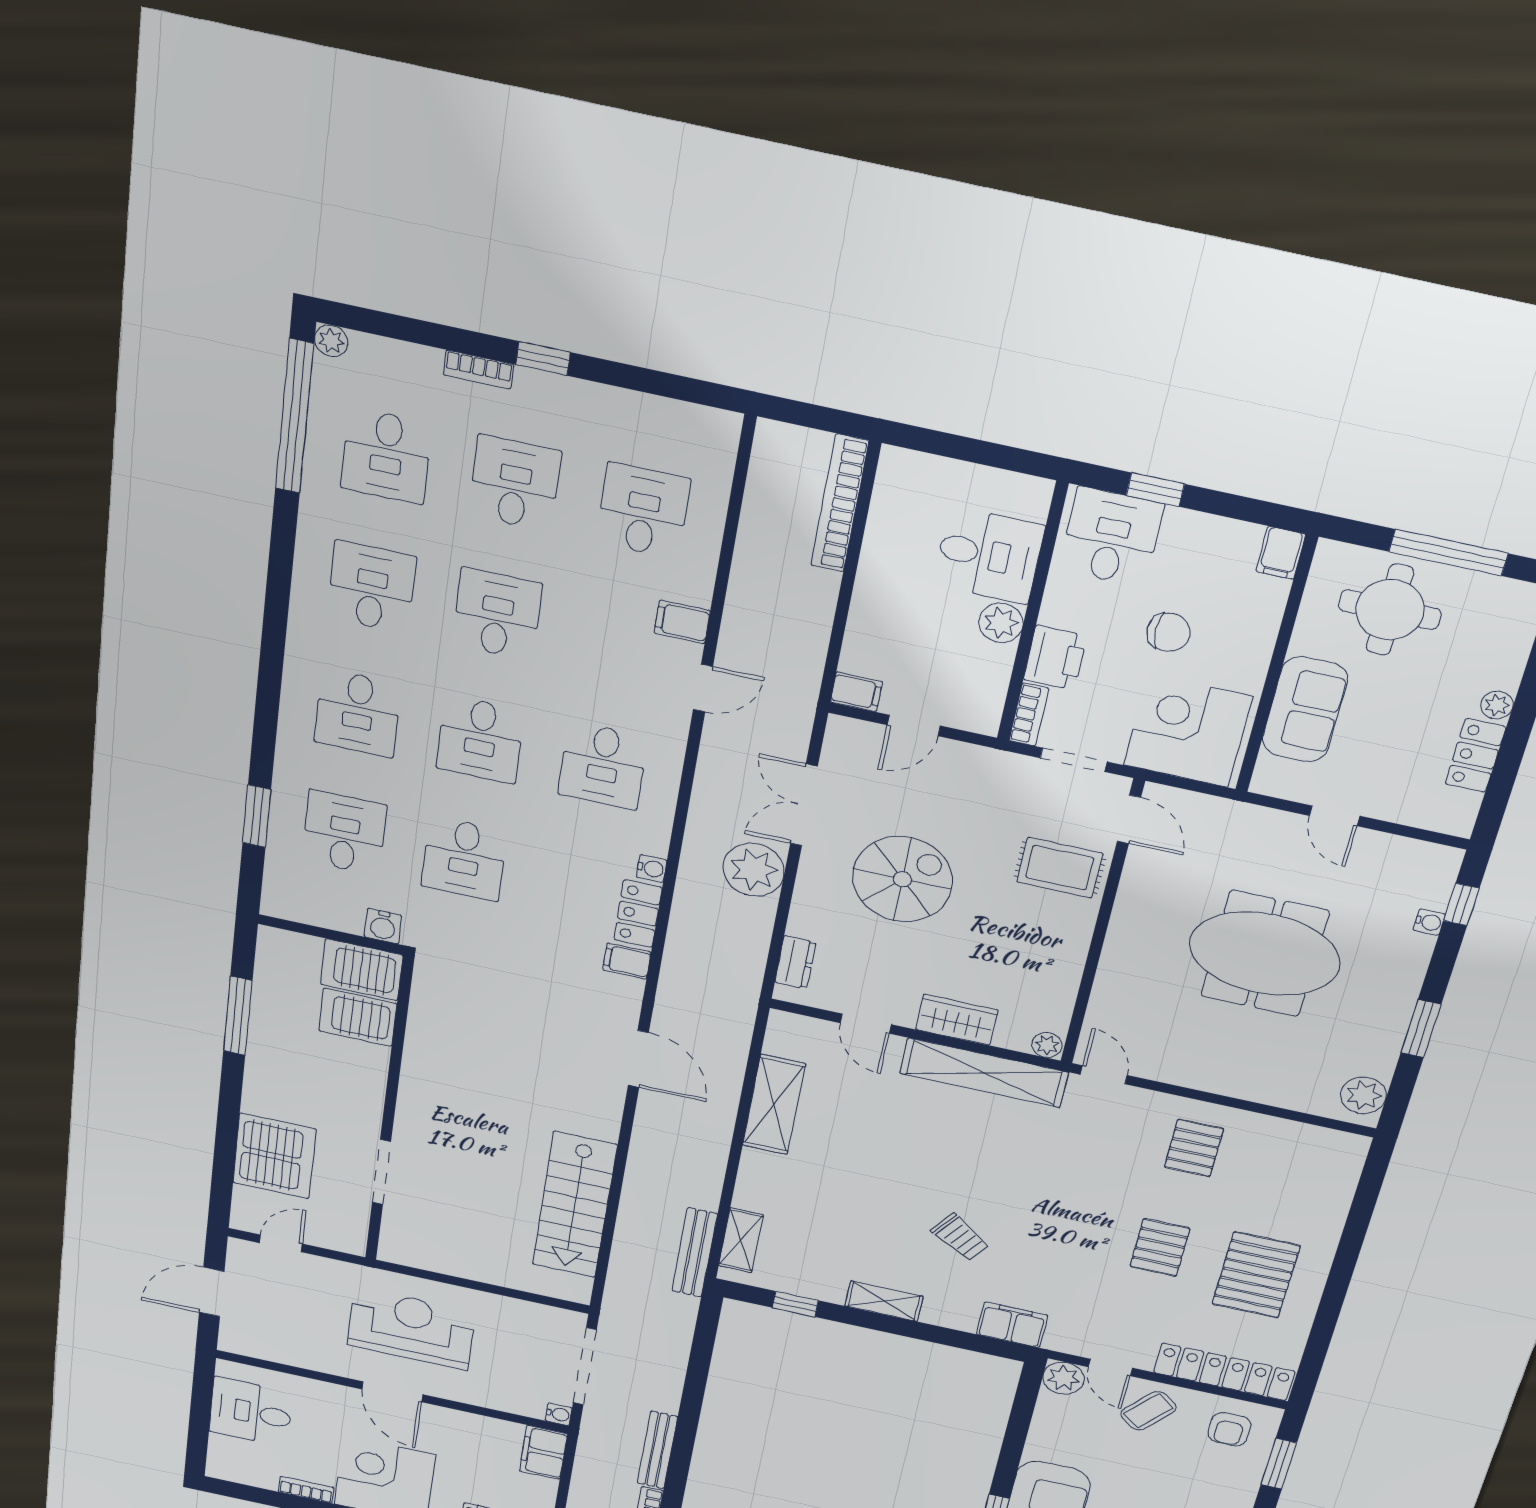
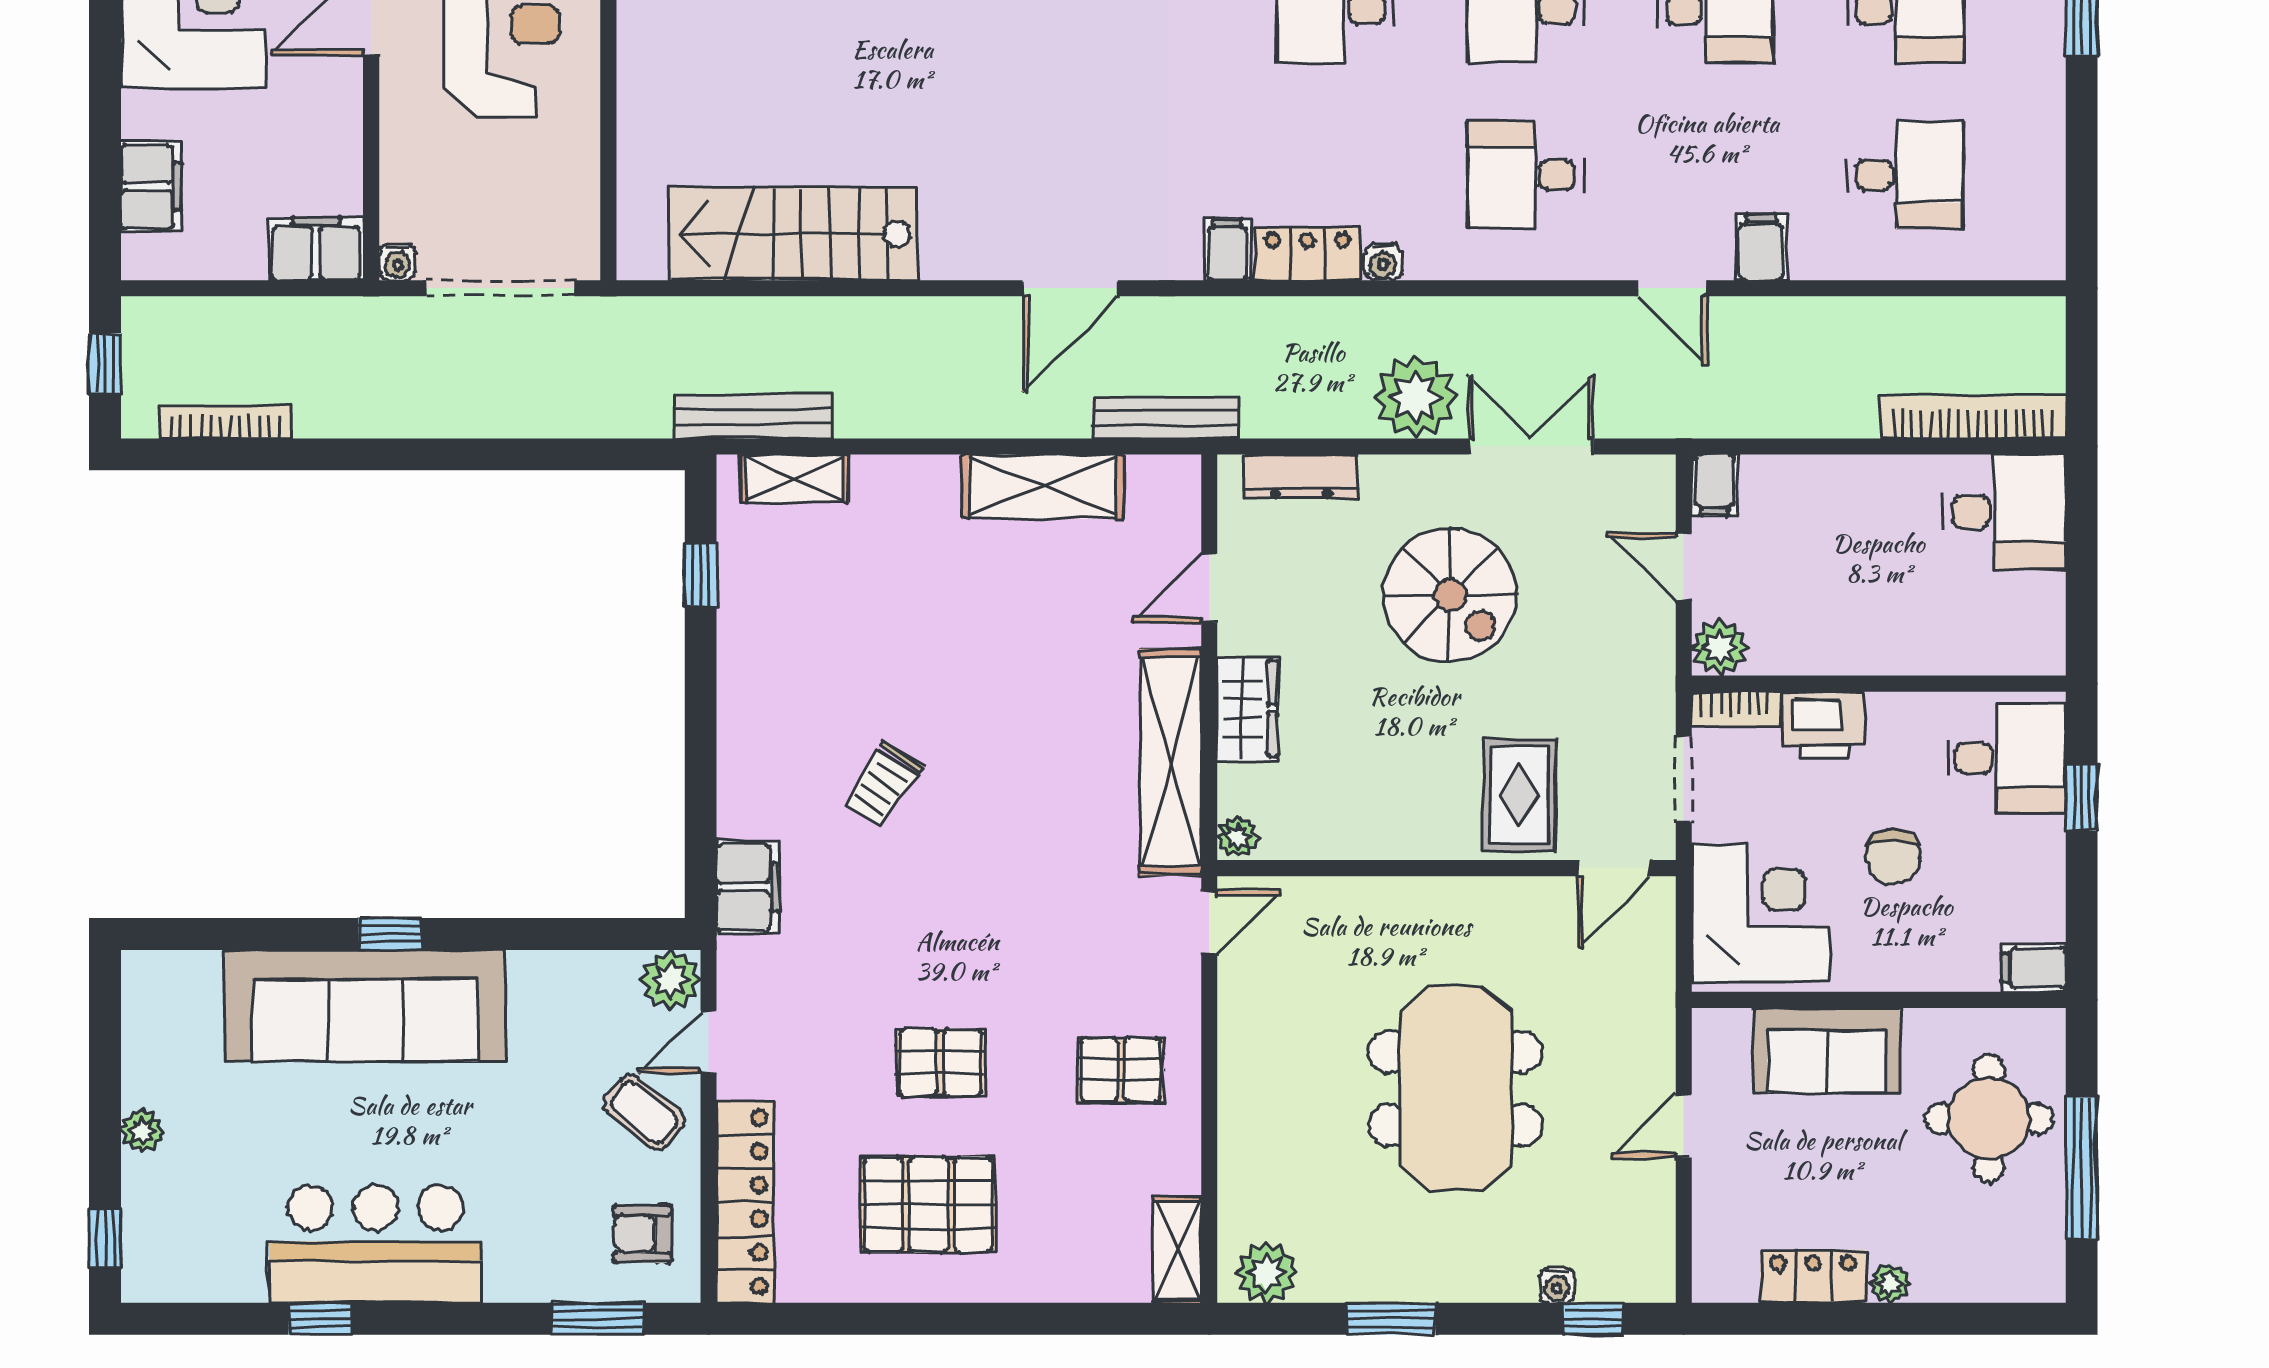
desk: (989, 555) -> (2004, 512), moved, turned -90
plant: (1001, 623) -> (1720, 648), moved
dresser: (795, 962) -> (1301, 477), width x1.44
shelving: (884, 1301) -> (1177, 1250), moved
bench: (657, 1450) -> (1166, 418), moved

